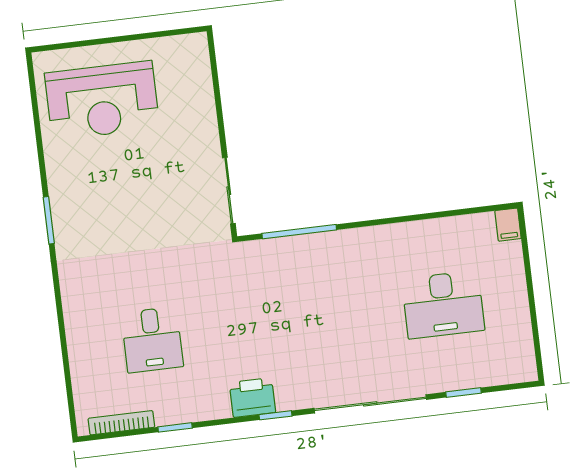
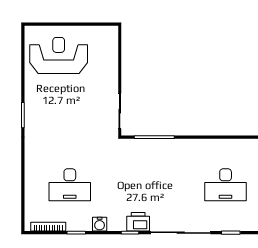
reception desk: (102, 101) -> (59, 55), turned 180
desk: (152, 340) -> (70, 185), width x1.37
printer: (252, 398) -> (138, 222), moved
water cooler: (217, 406) -> (100, 224), added

